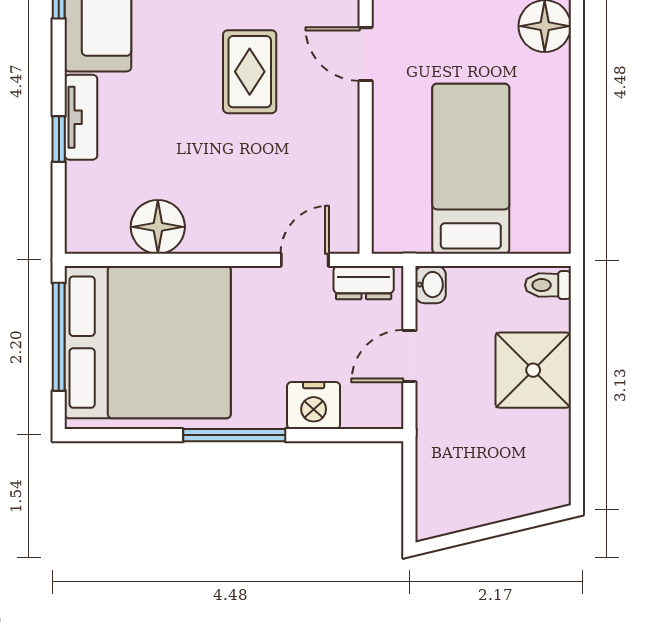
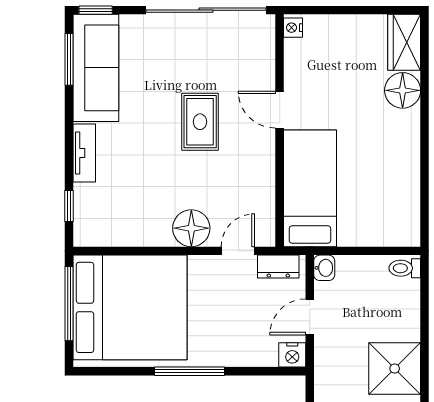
window: (59, 139) -> (69, 206), moved
bed: (471, 169) -> (310, 188), moved
floor lamp: (158, 227) -> (191, 228), moved
shower: (533, 370) -> (395, 368), moved
nightstand: (314, 406) -> (292, 355), moved, width x0.74, depth x0.75

